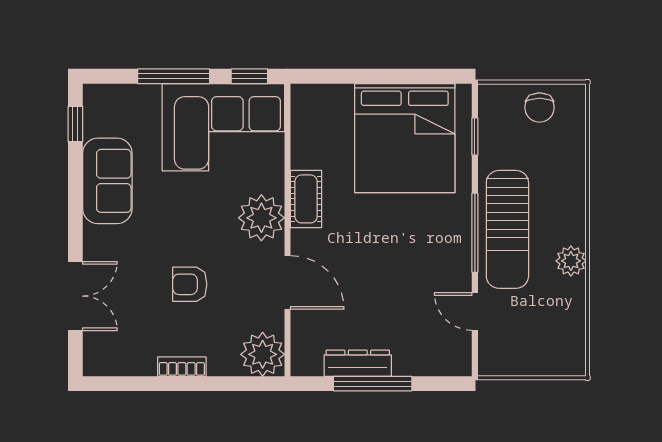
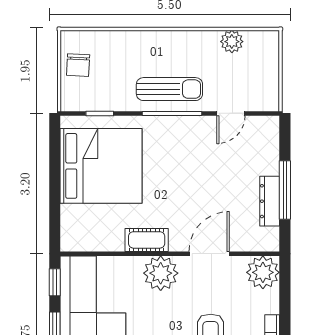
chair: (540, 107) -> (78, 65), turned 93
sun lounger: (507, 229) -> (169, 89), width x0.73, depth x0.75
plant: (571, 261) -> (232, 42), moved

